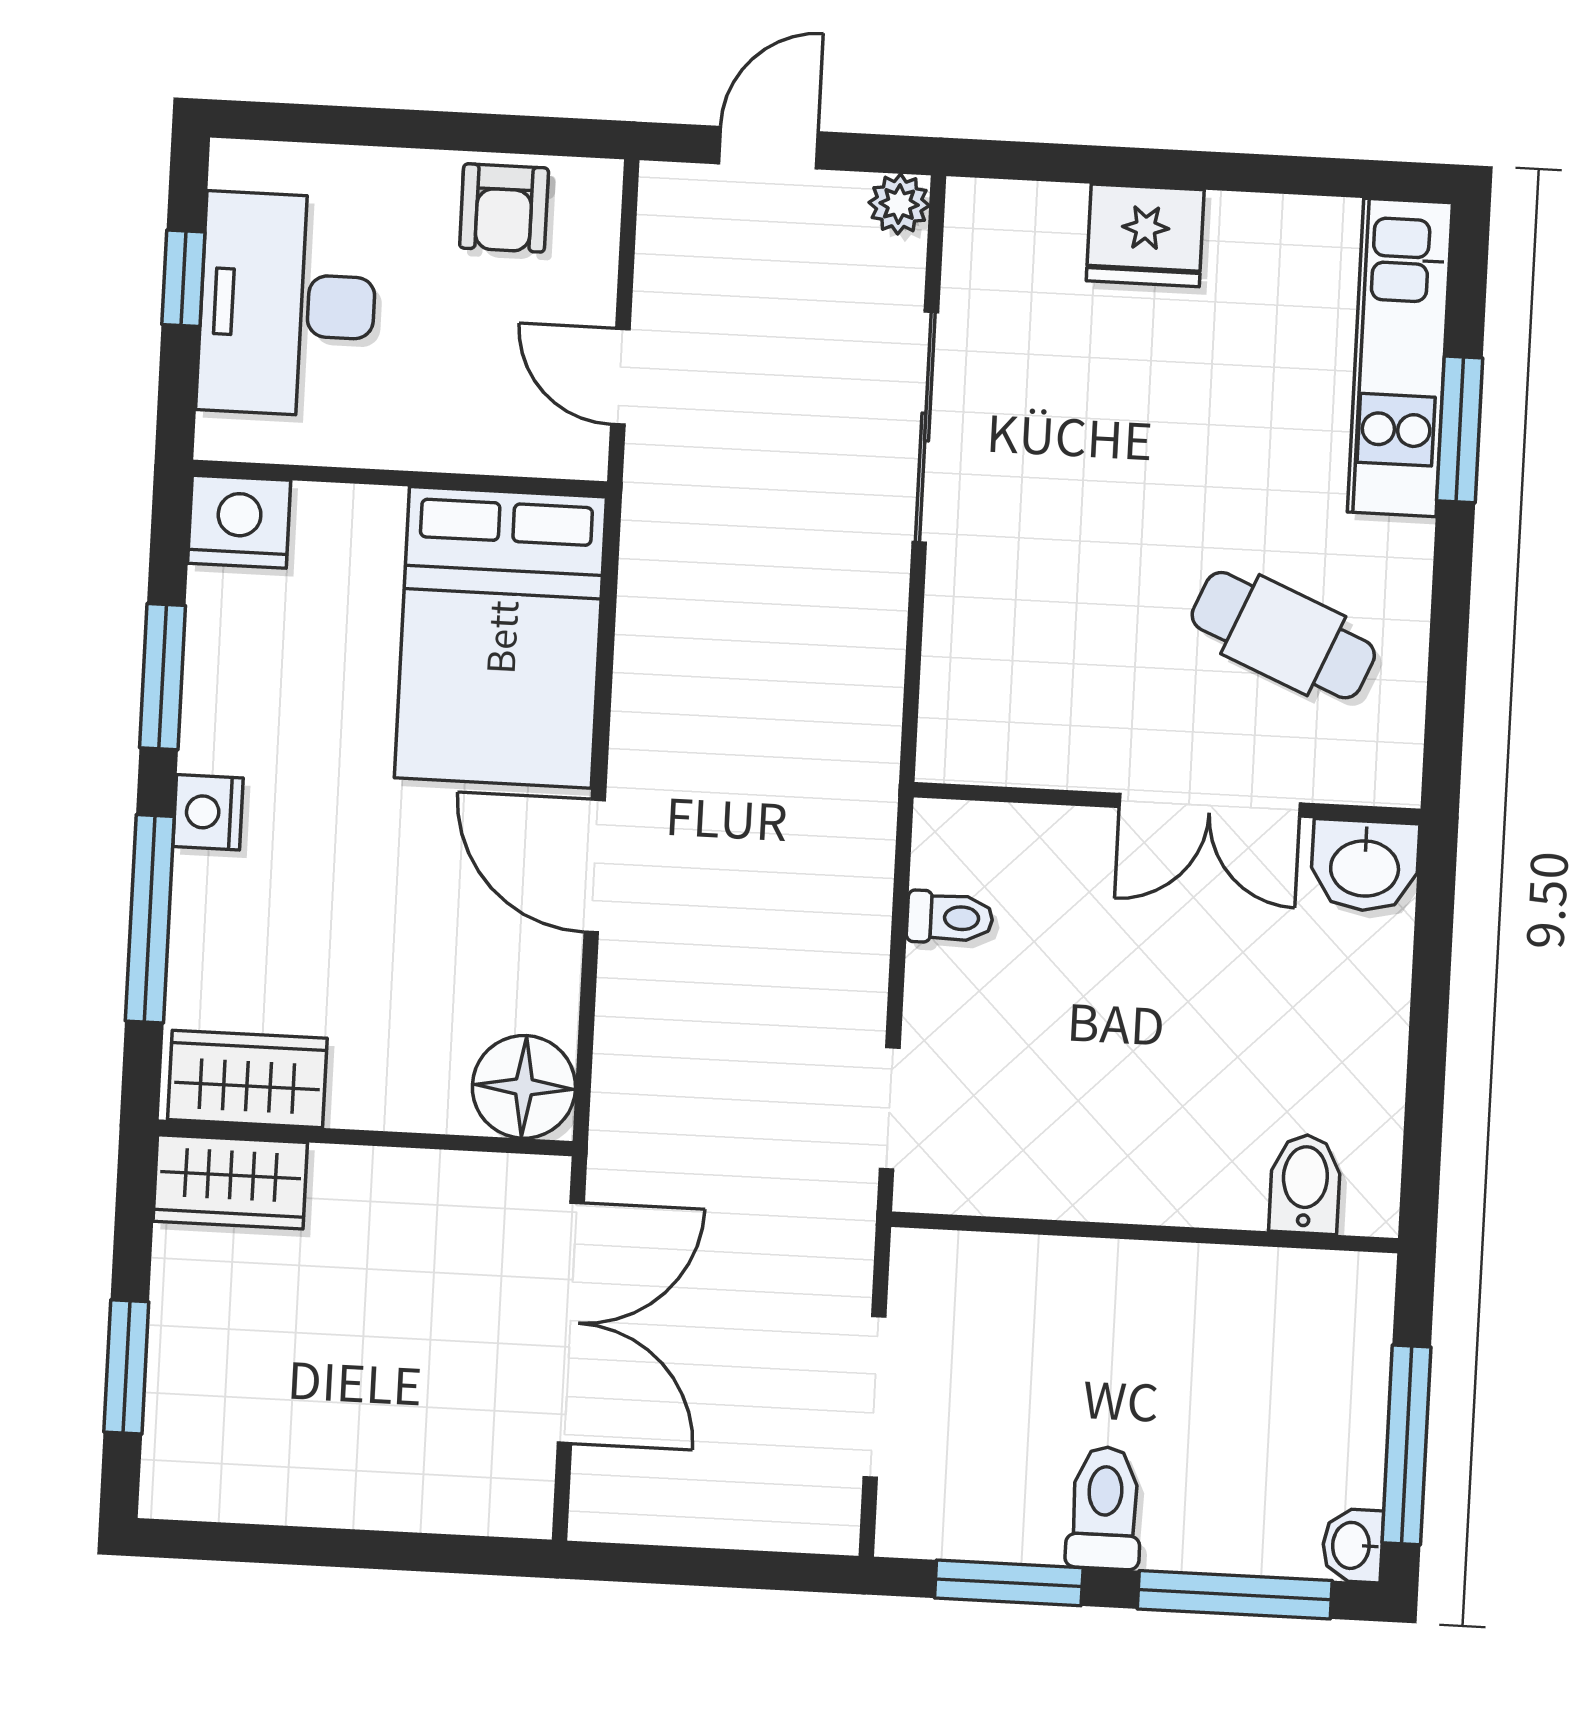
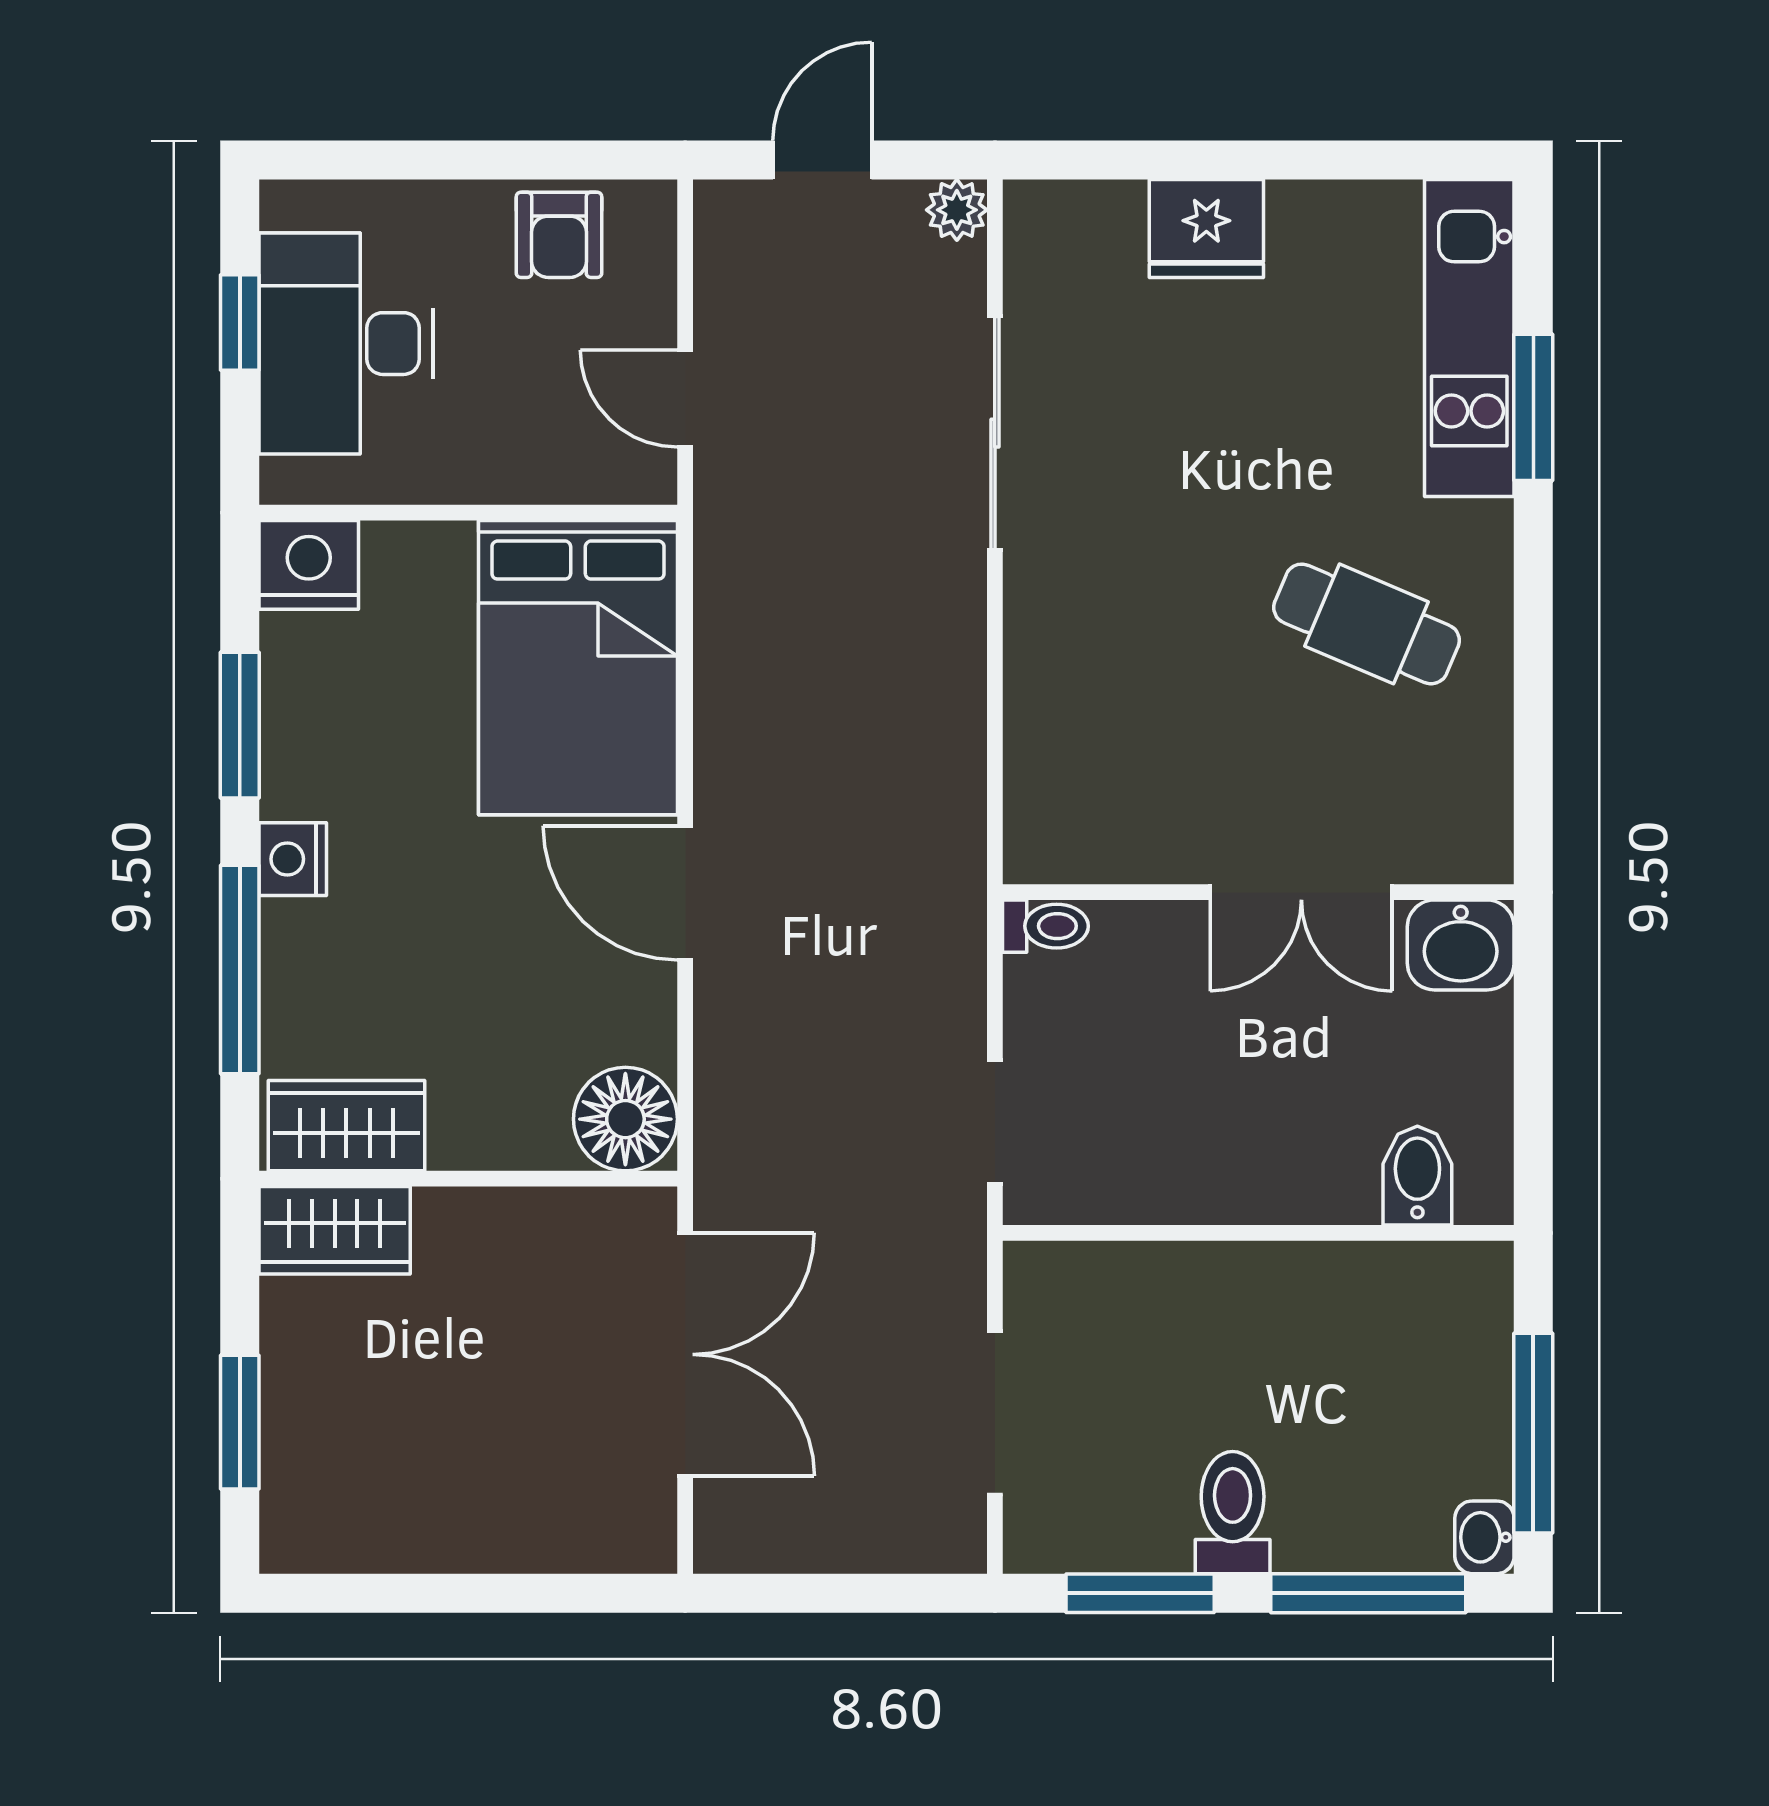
wall: (1167, 803) -> (1258, 892), moved
double door: (1210, 805) -> (1301, 892), moved
washbasin: (1365, 866) -> (1461, 945), moved

